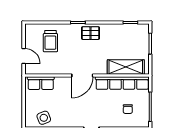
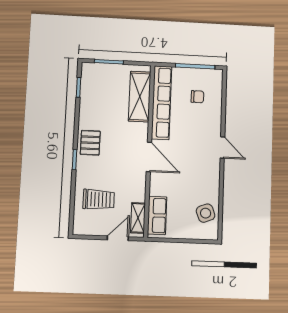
shelving: (38, 70) -> (138, 218), added

